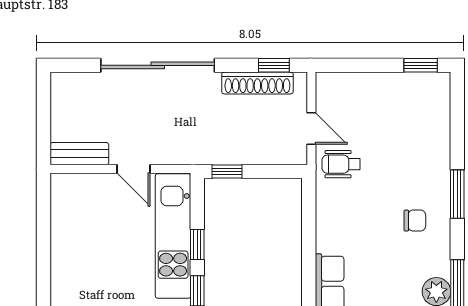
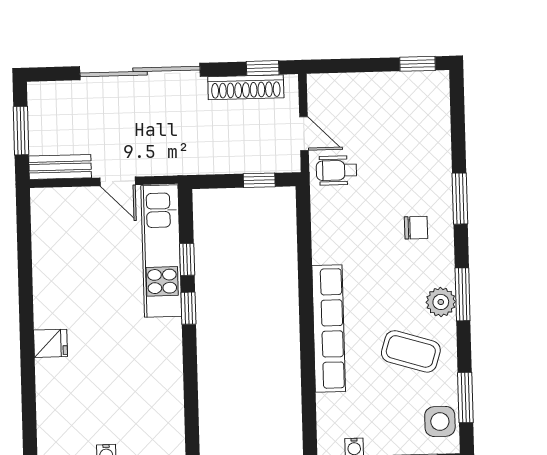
window: (43, 118) -> (21, 131), added
window: (227, 171) -> (259, 180), moved

